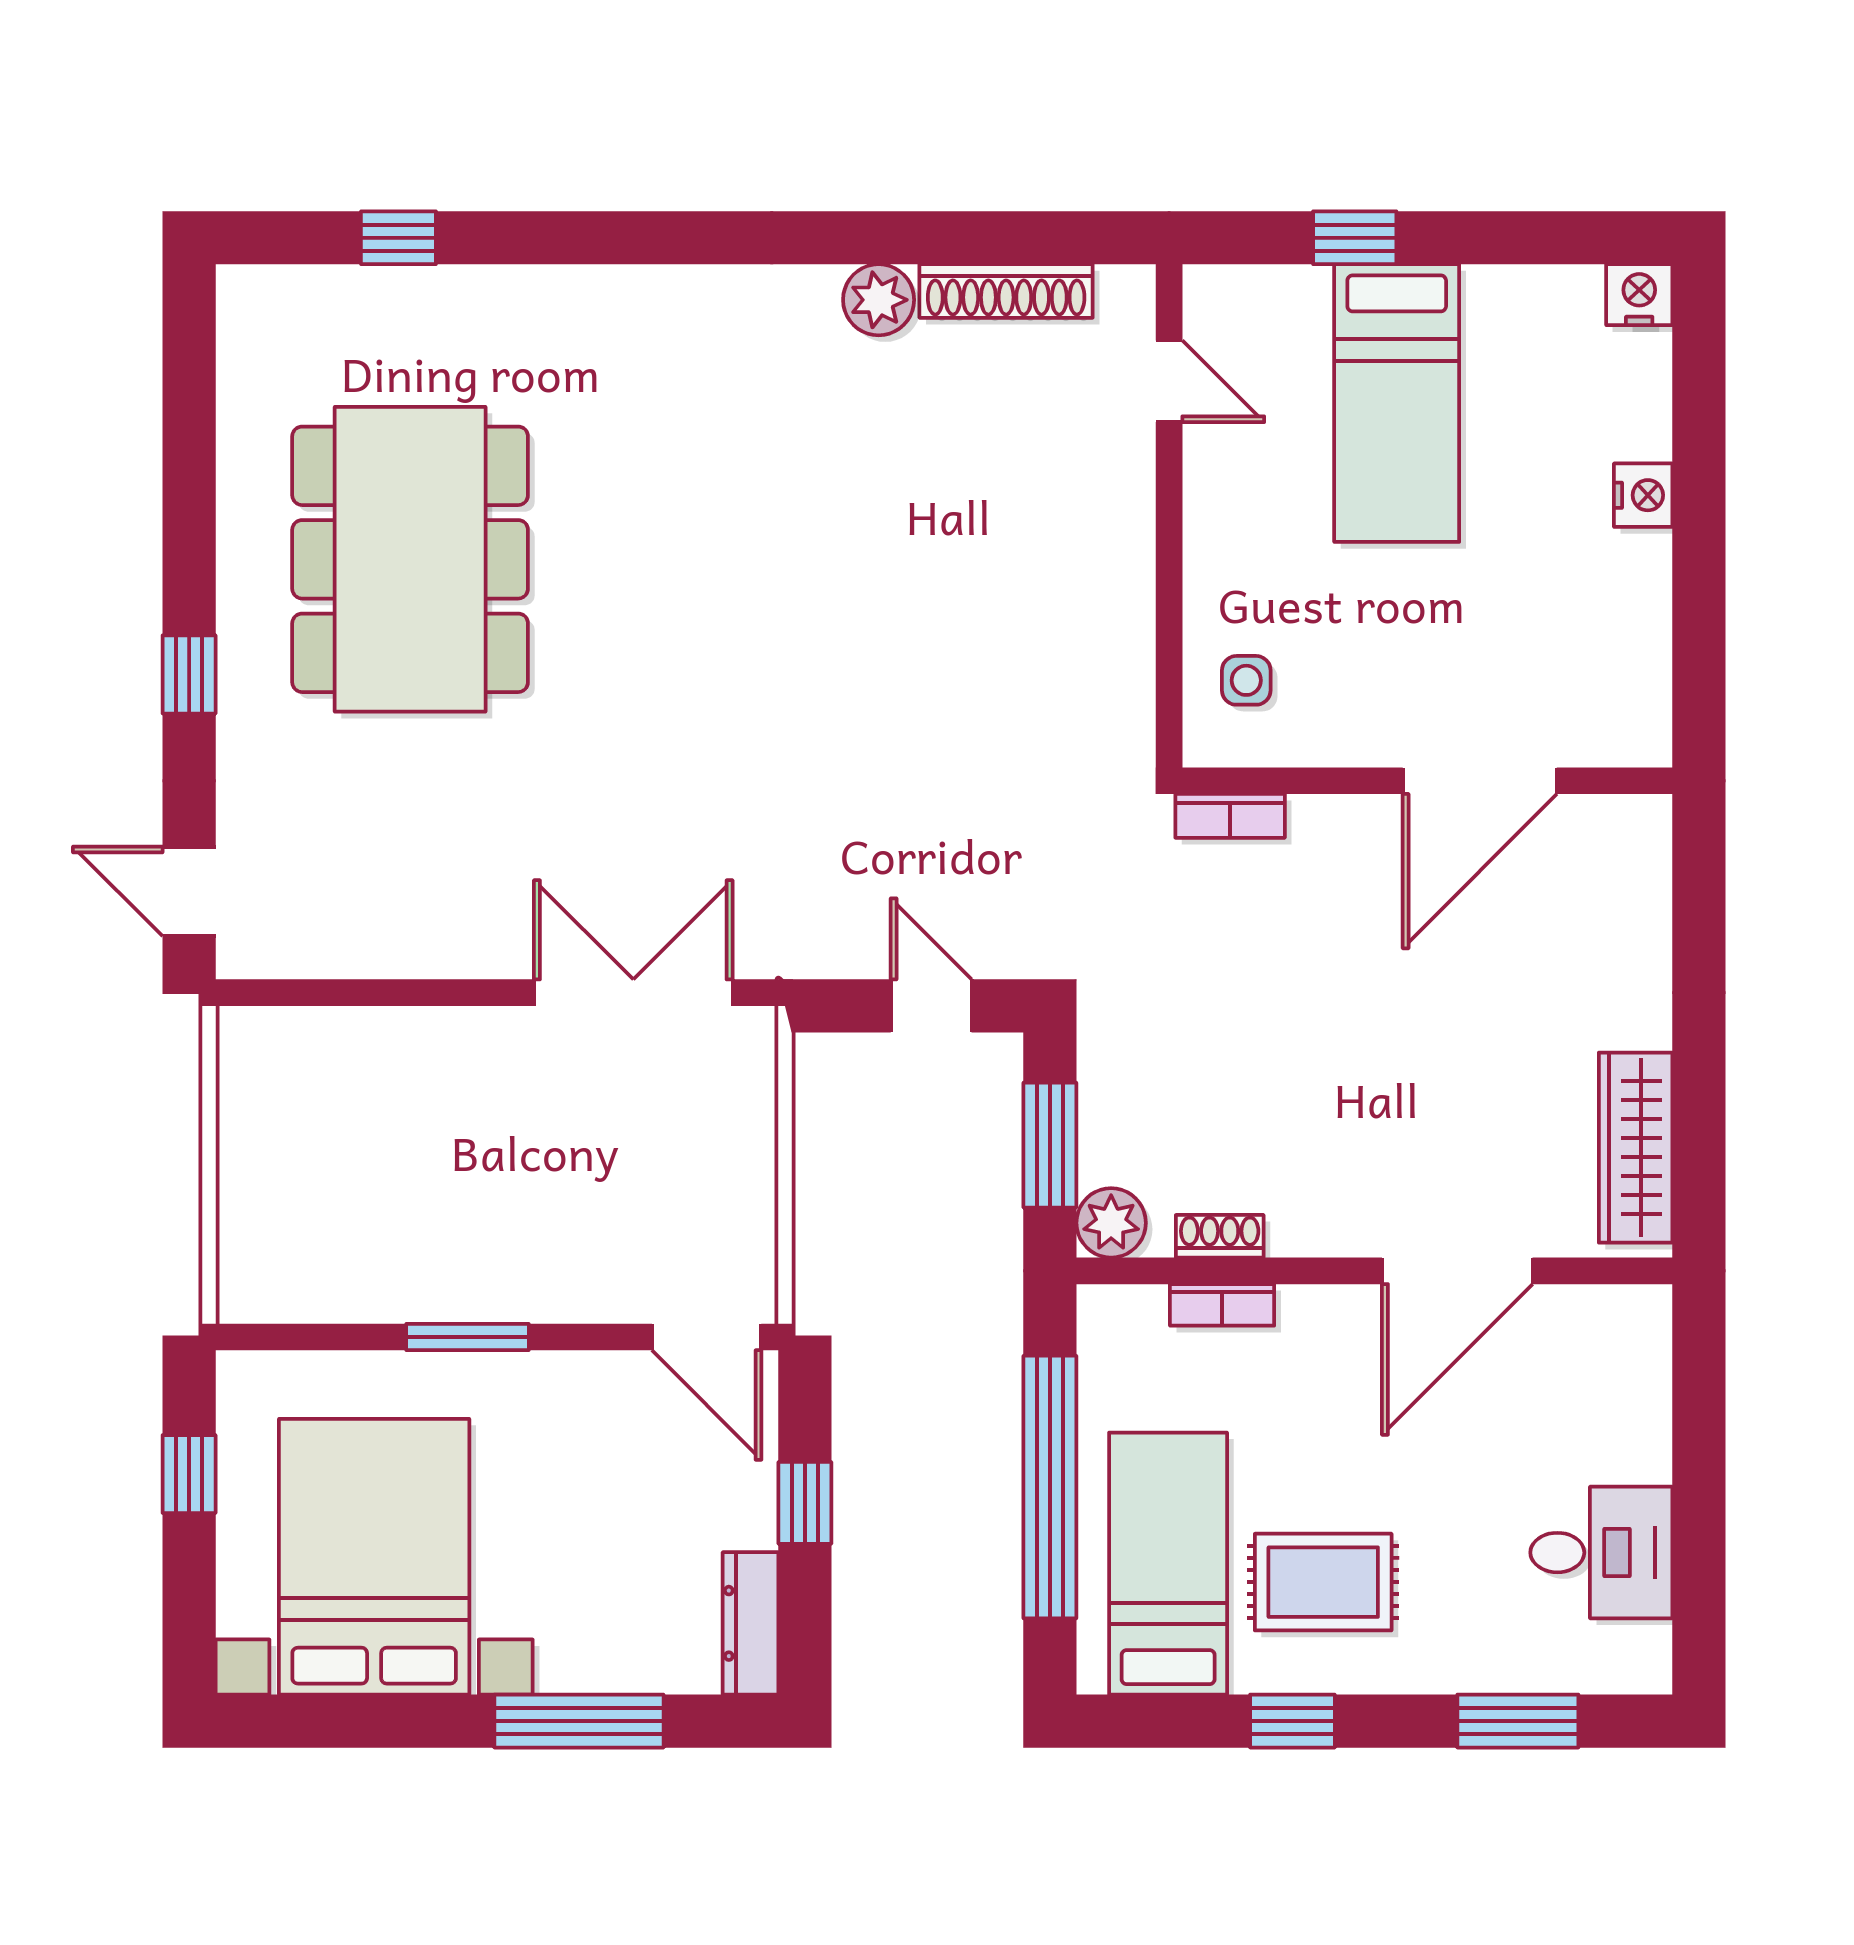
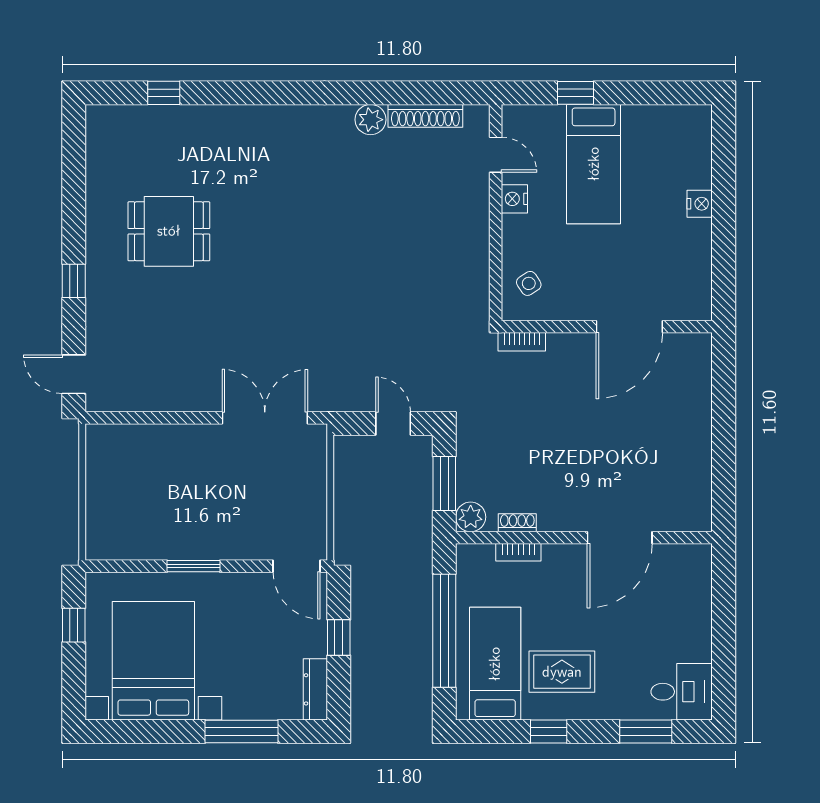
nightstand: (1639, 295) -> (514, 199), moved, turned -90
dining table: (410, 559) -> (169, 231), width x0.53, depth x0.80
side table: (1246, 680) -> (529, 283), turned -33
wardrobe: (1636, 1148) -> (696, 485), removed
desk: (1601, 1553) -> (682, 692), moved

